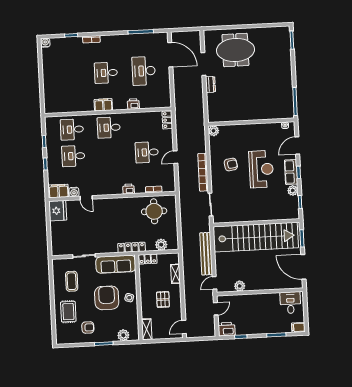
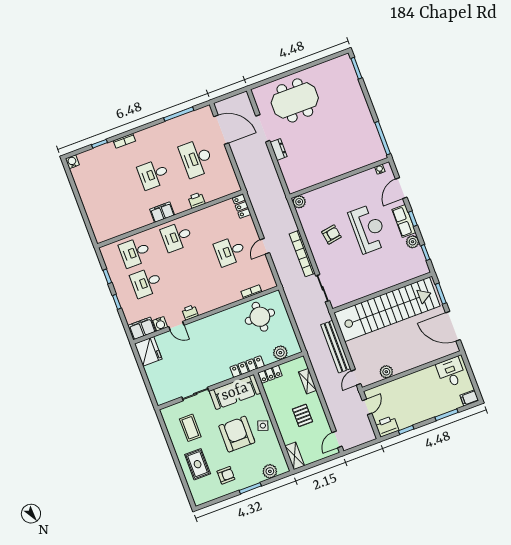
printer: (129, 189) -> (190, 312), moved

